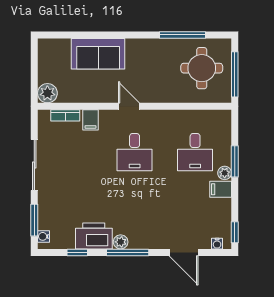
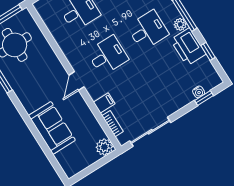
sliding door: (34, 165) -> (150, 132), moved
desk: (135, 207) -> (148, 30), added
window: (34, 220) -> (204, 98), width x0.67
water cooler: (44, 236) -> (199, 92), moved

